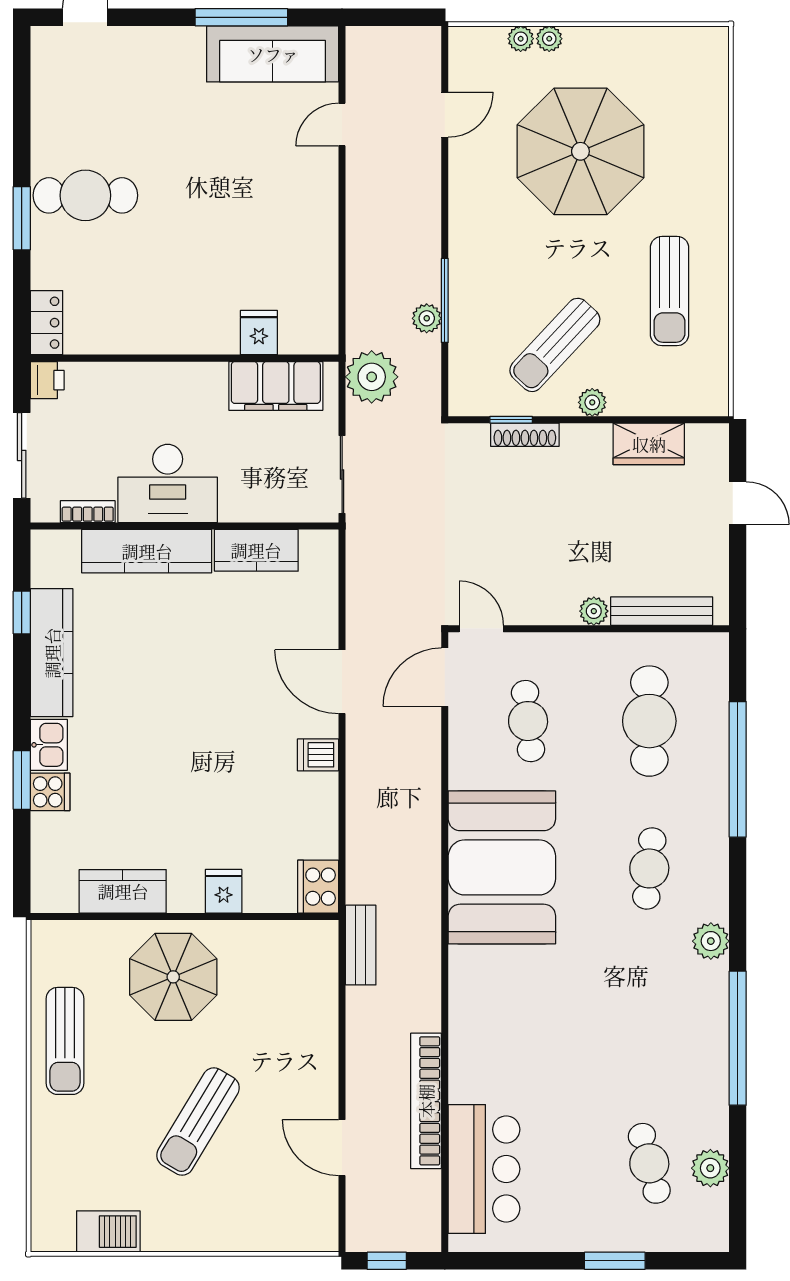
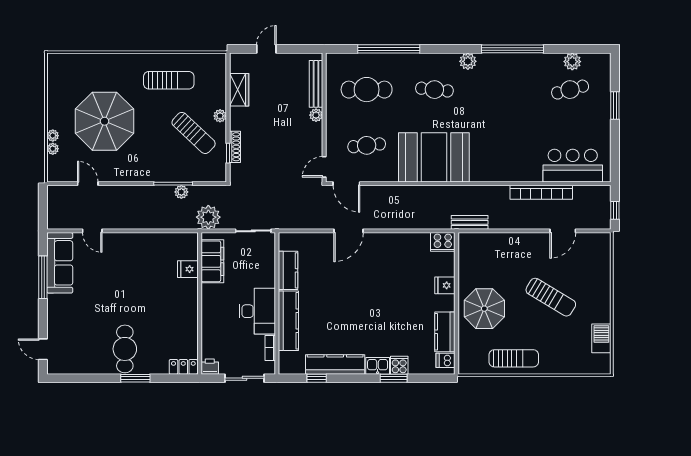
dishwasher: (318, 755) -> (445, 360), moved, turned 90

